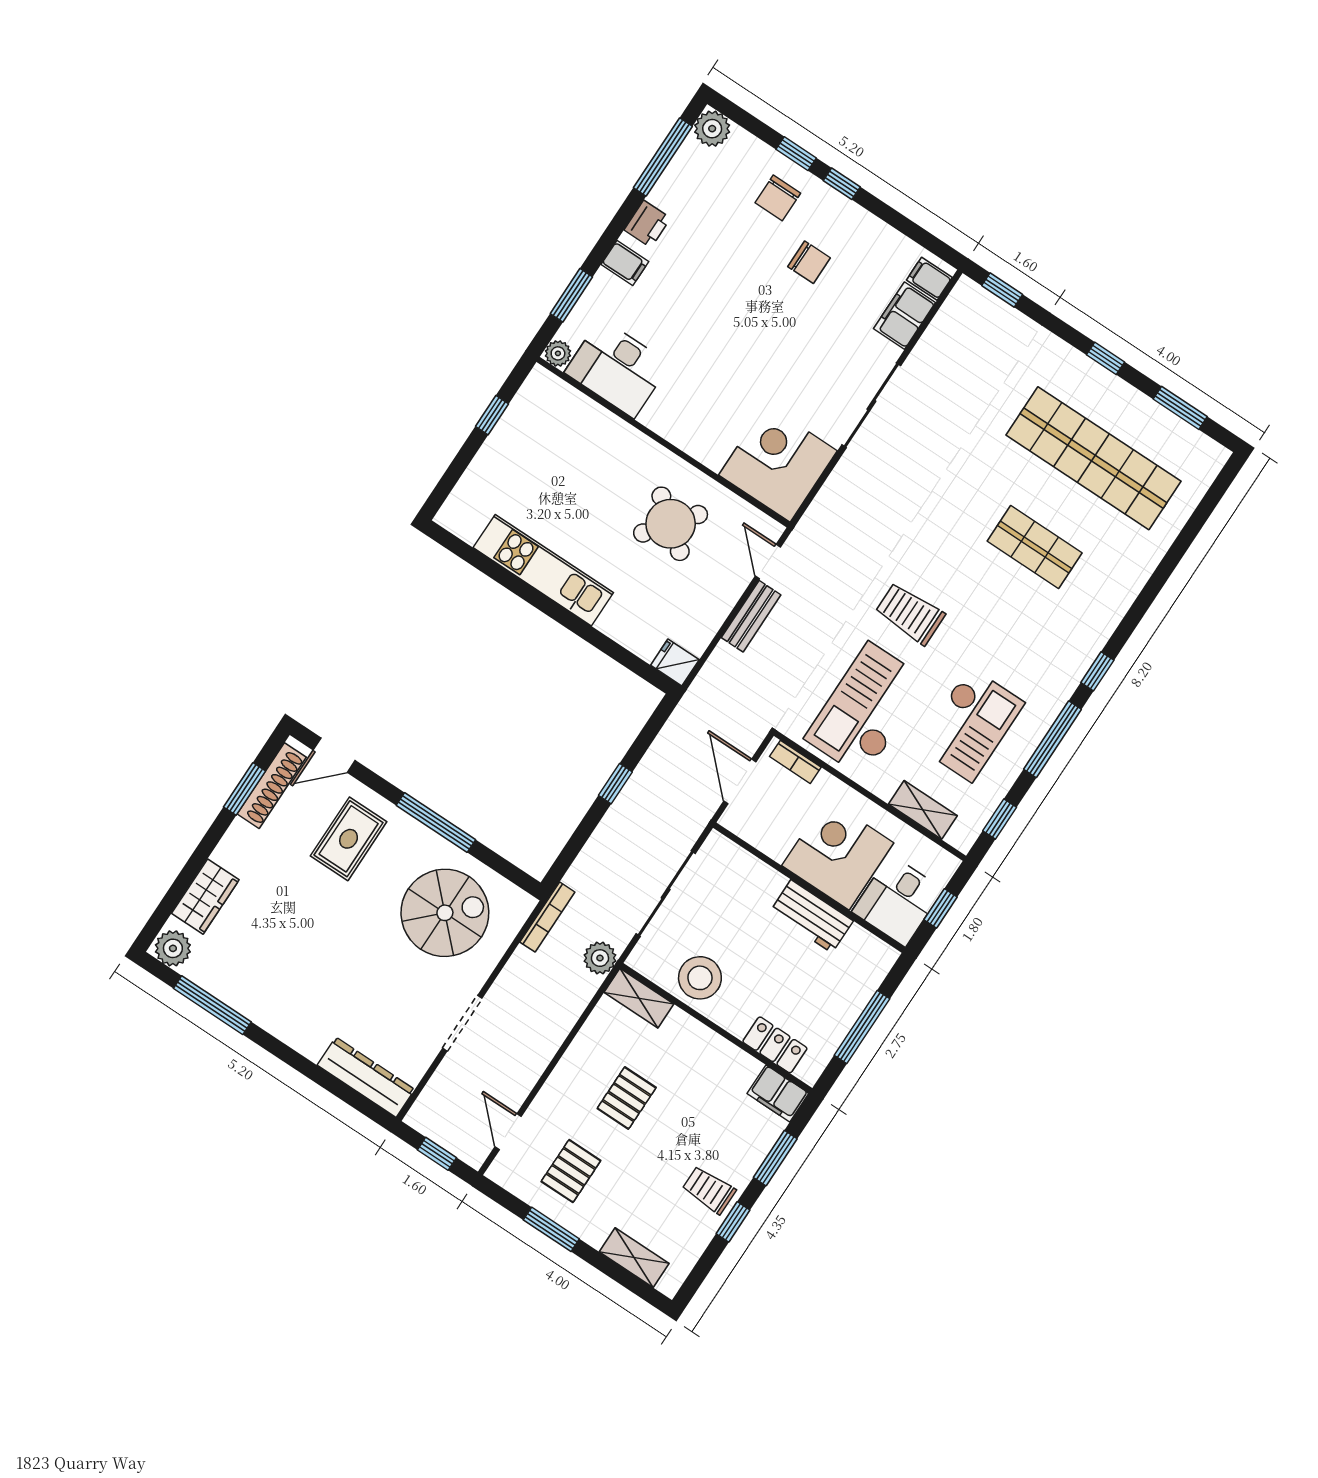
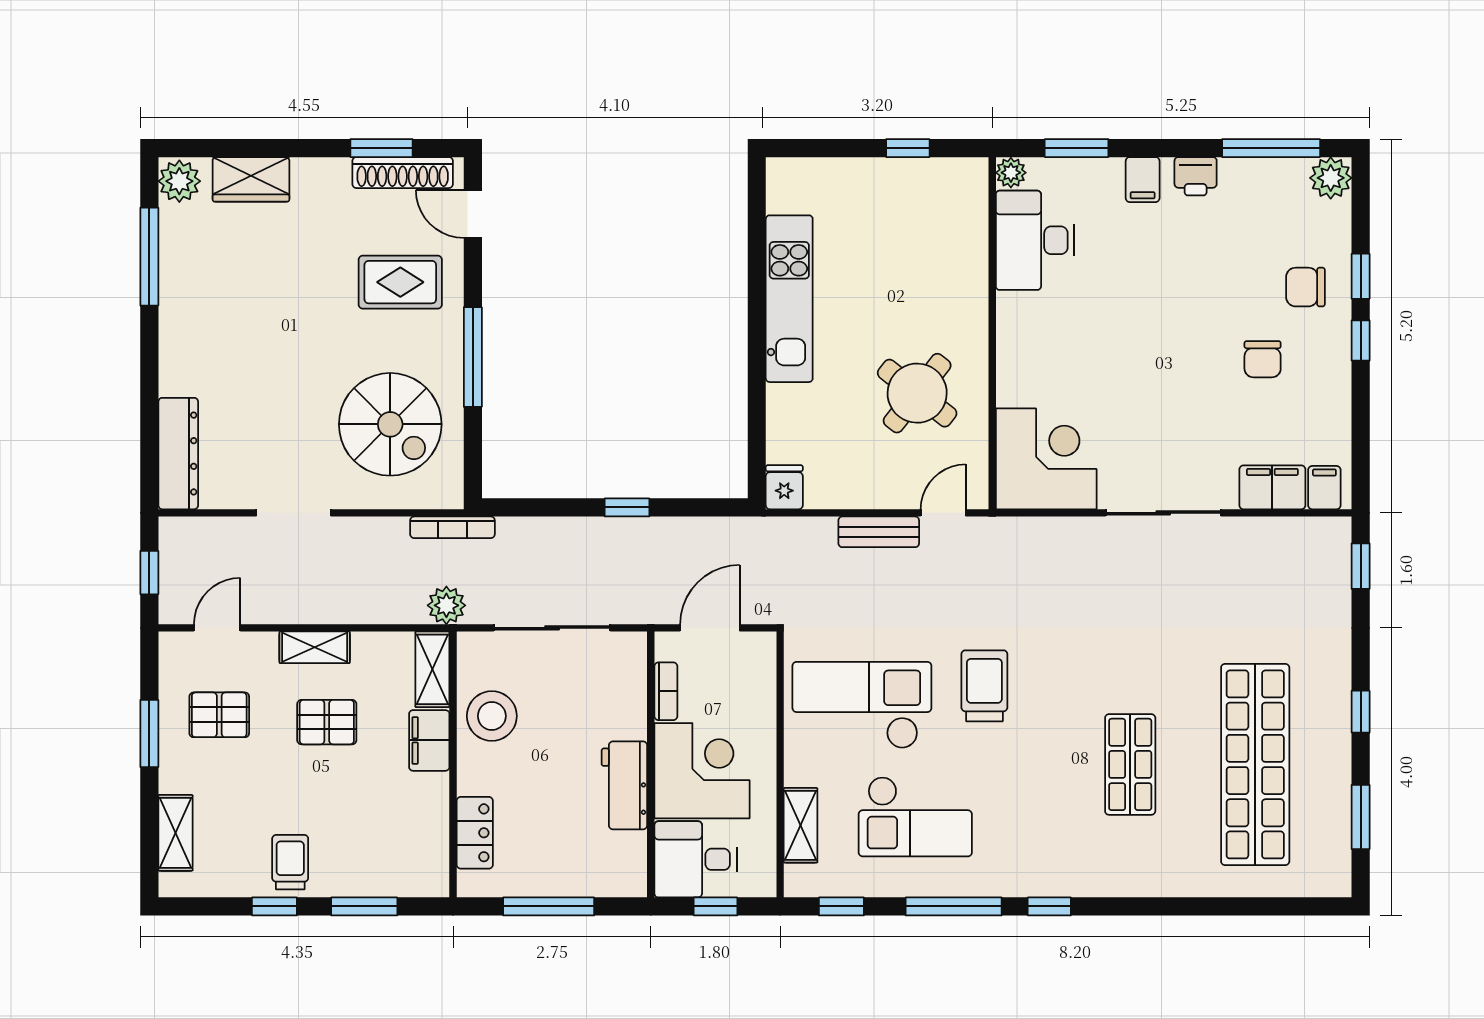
bookcase: (795, 762) -> (666, 691), moved, turned 180
shelving: (568, 1071) -> (315, 647), added
filing cabinet: (778, 1093) -> (429, 740), moved

